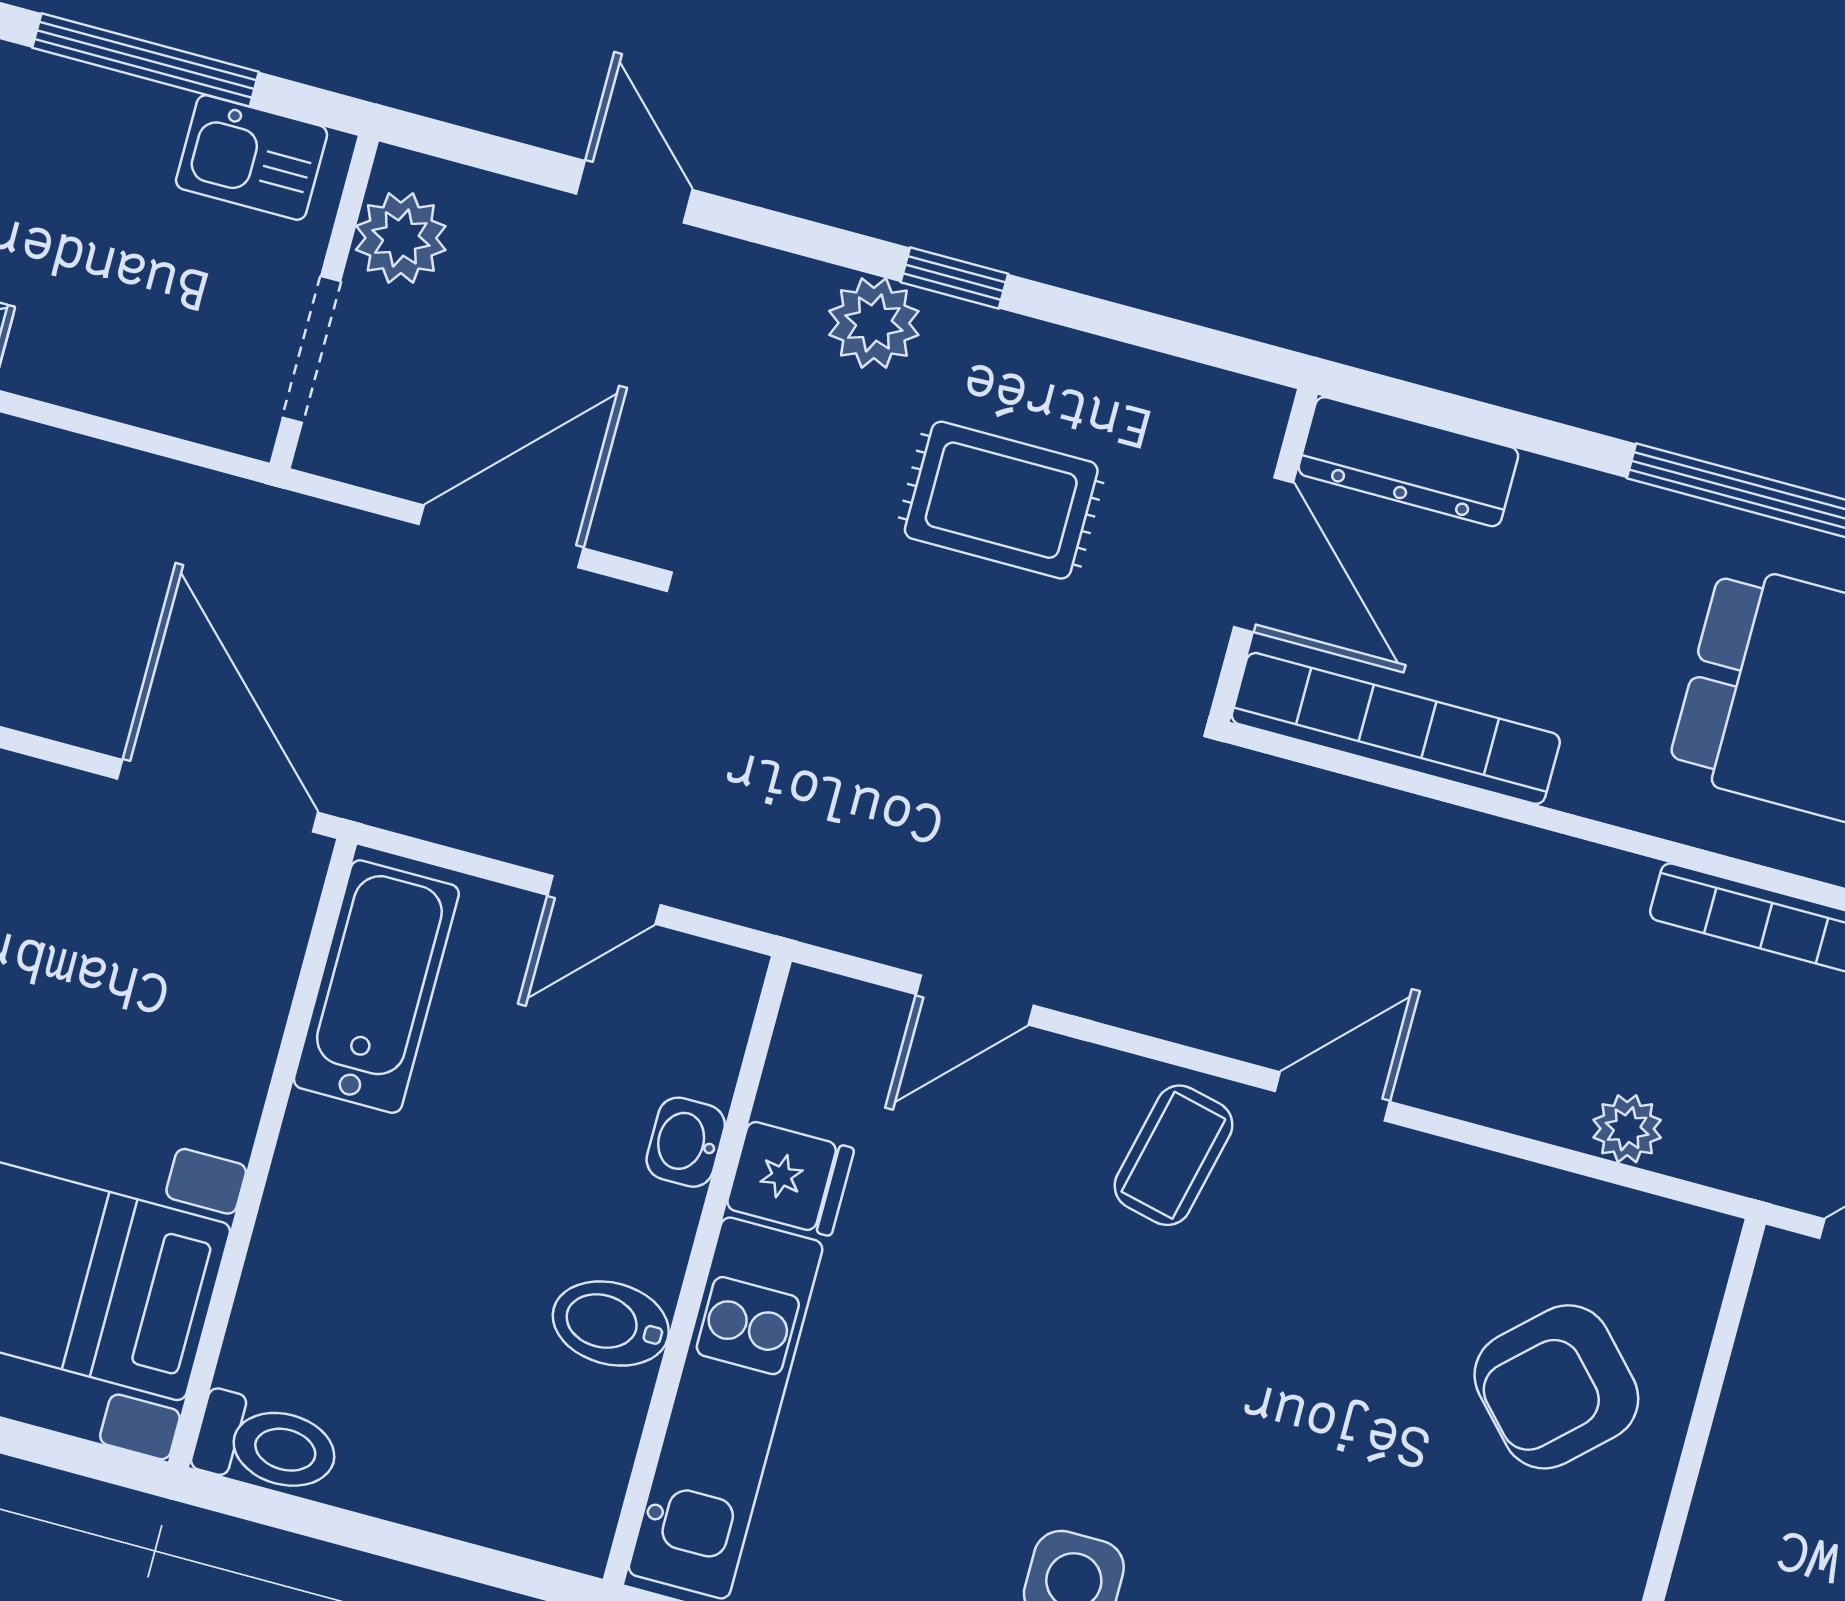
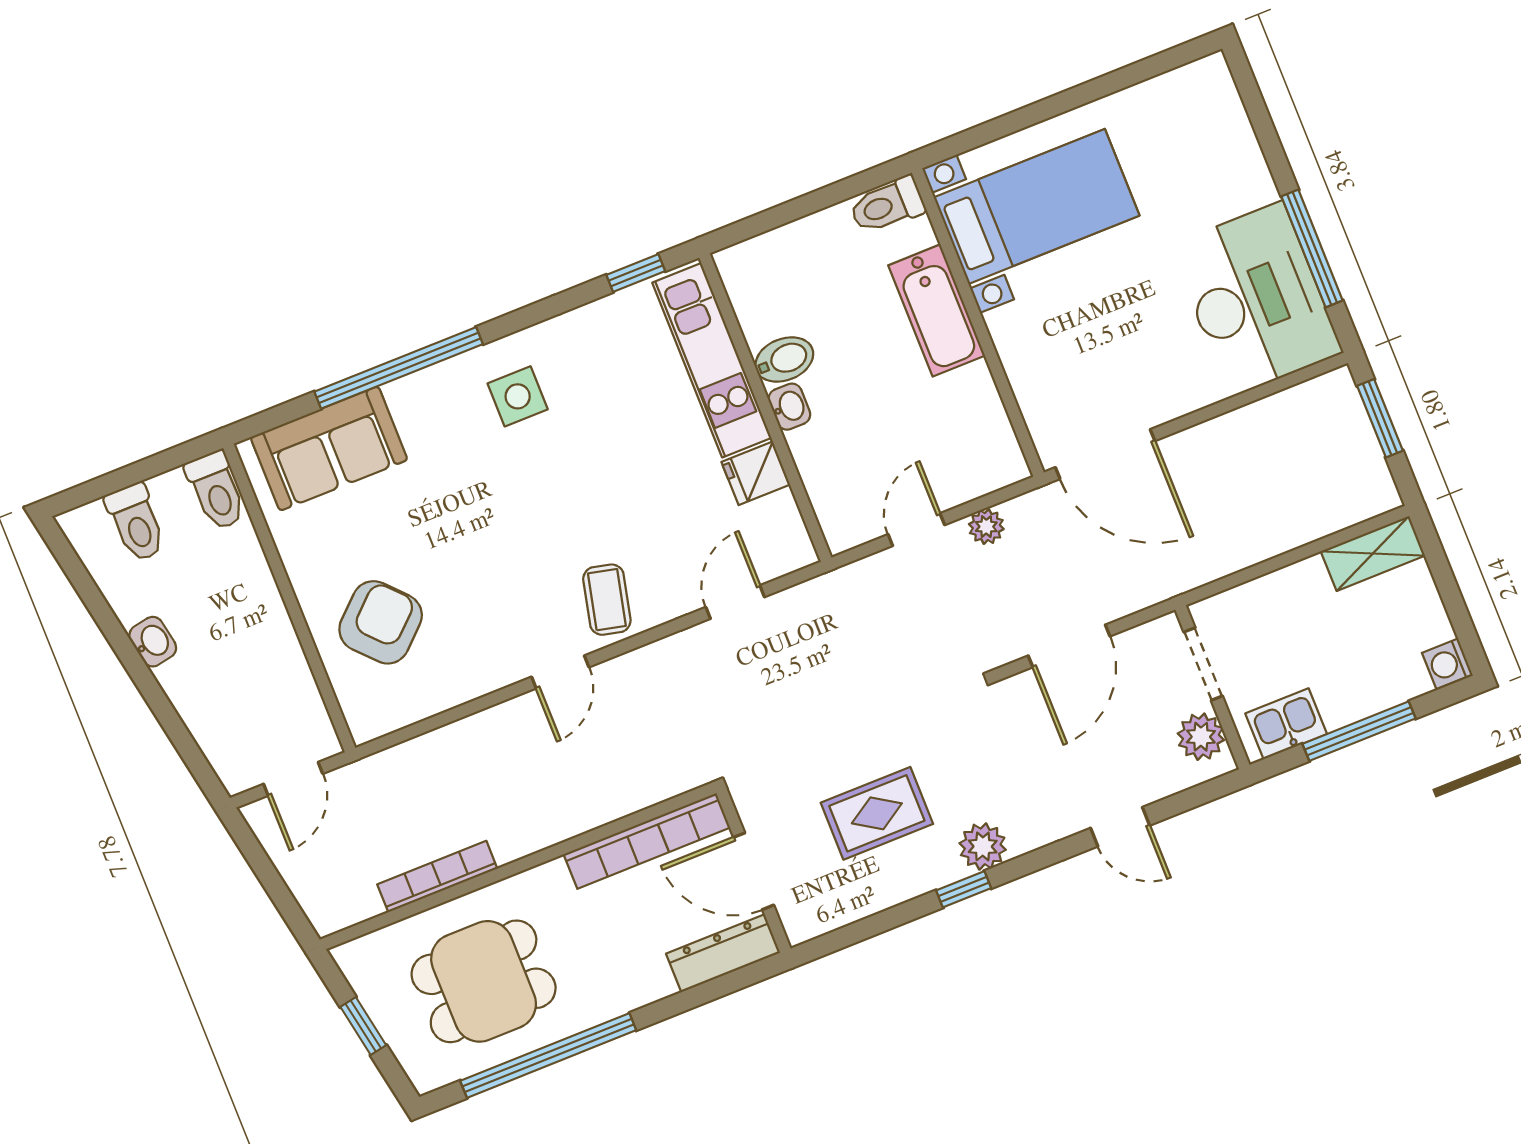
bathtub: (376, 987) -> (937, 310), moved
plant: (1627, 1129) -> (986, 527), moved
washbasin: (686, 1142) -> (789, 407), moved

